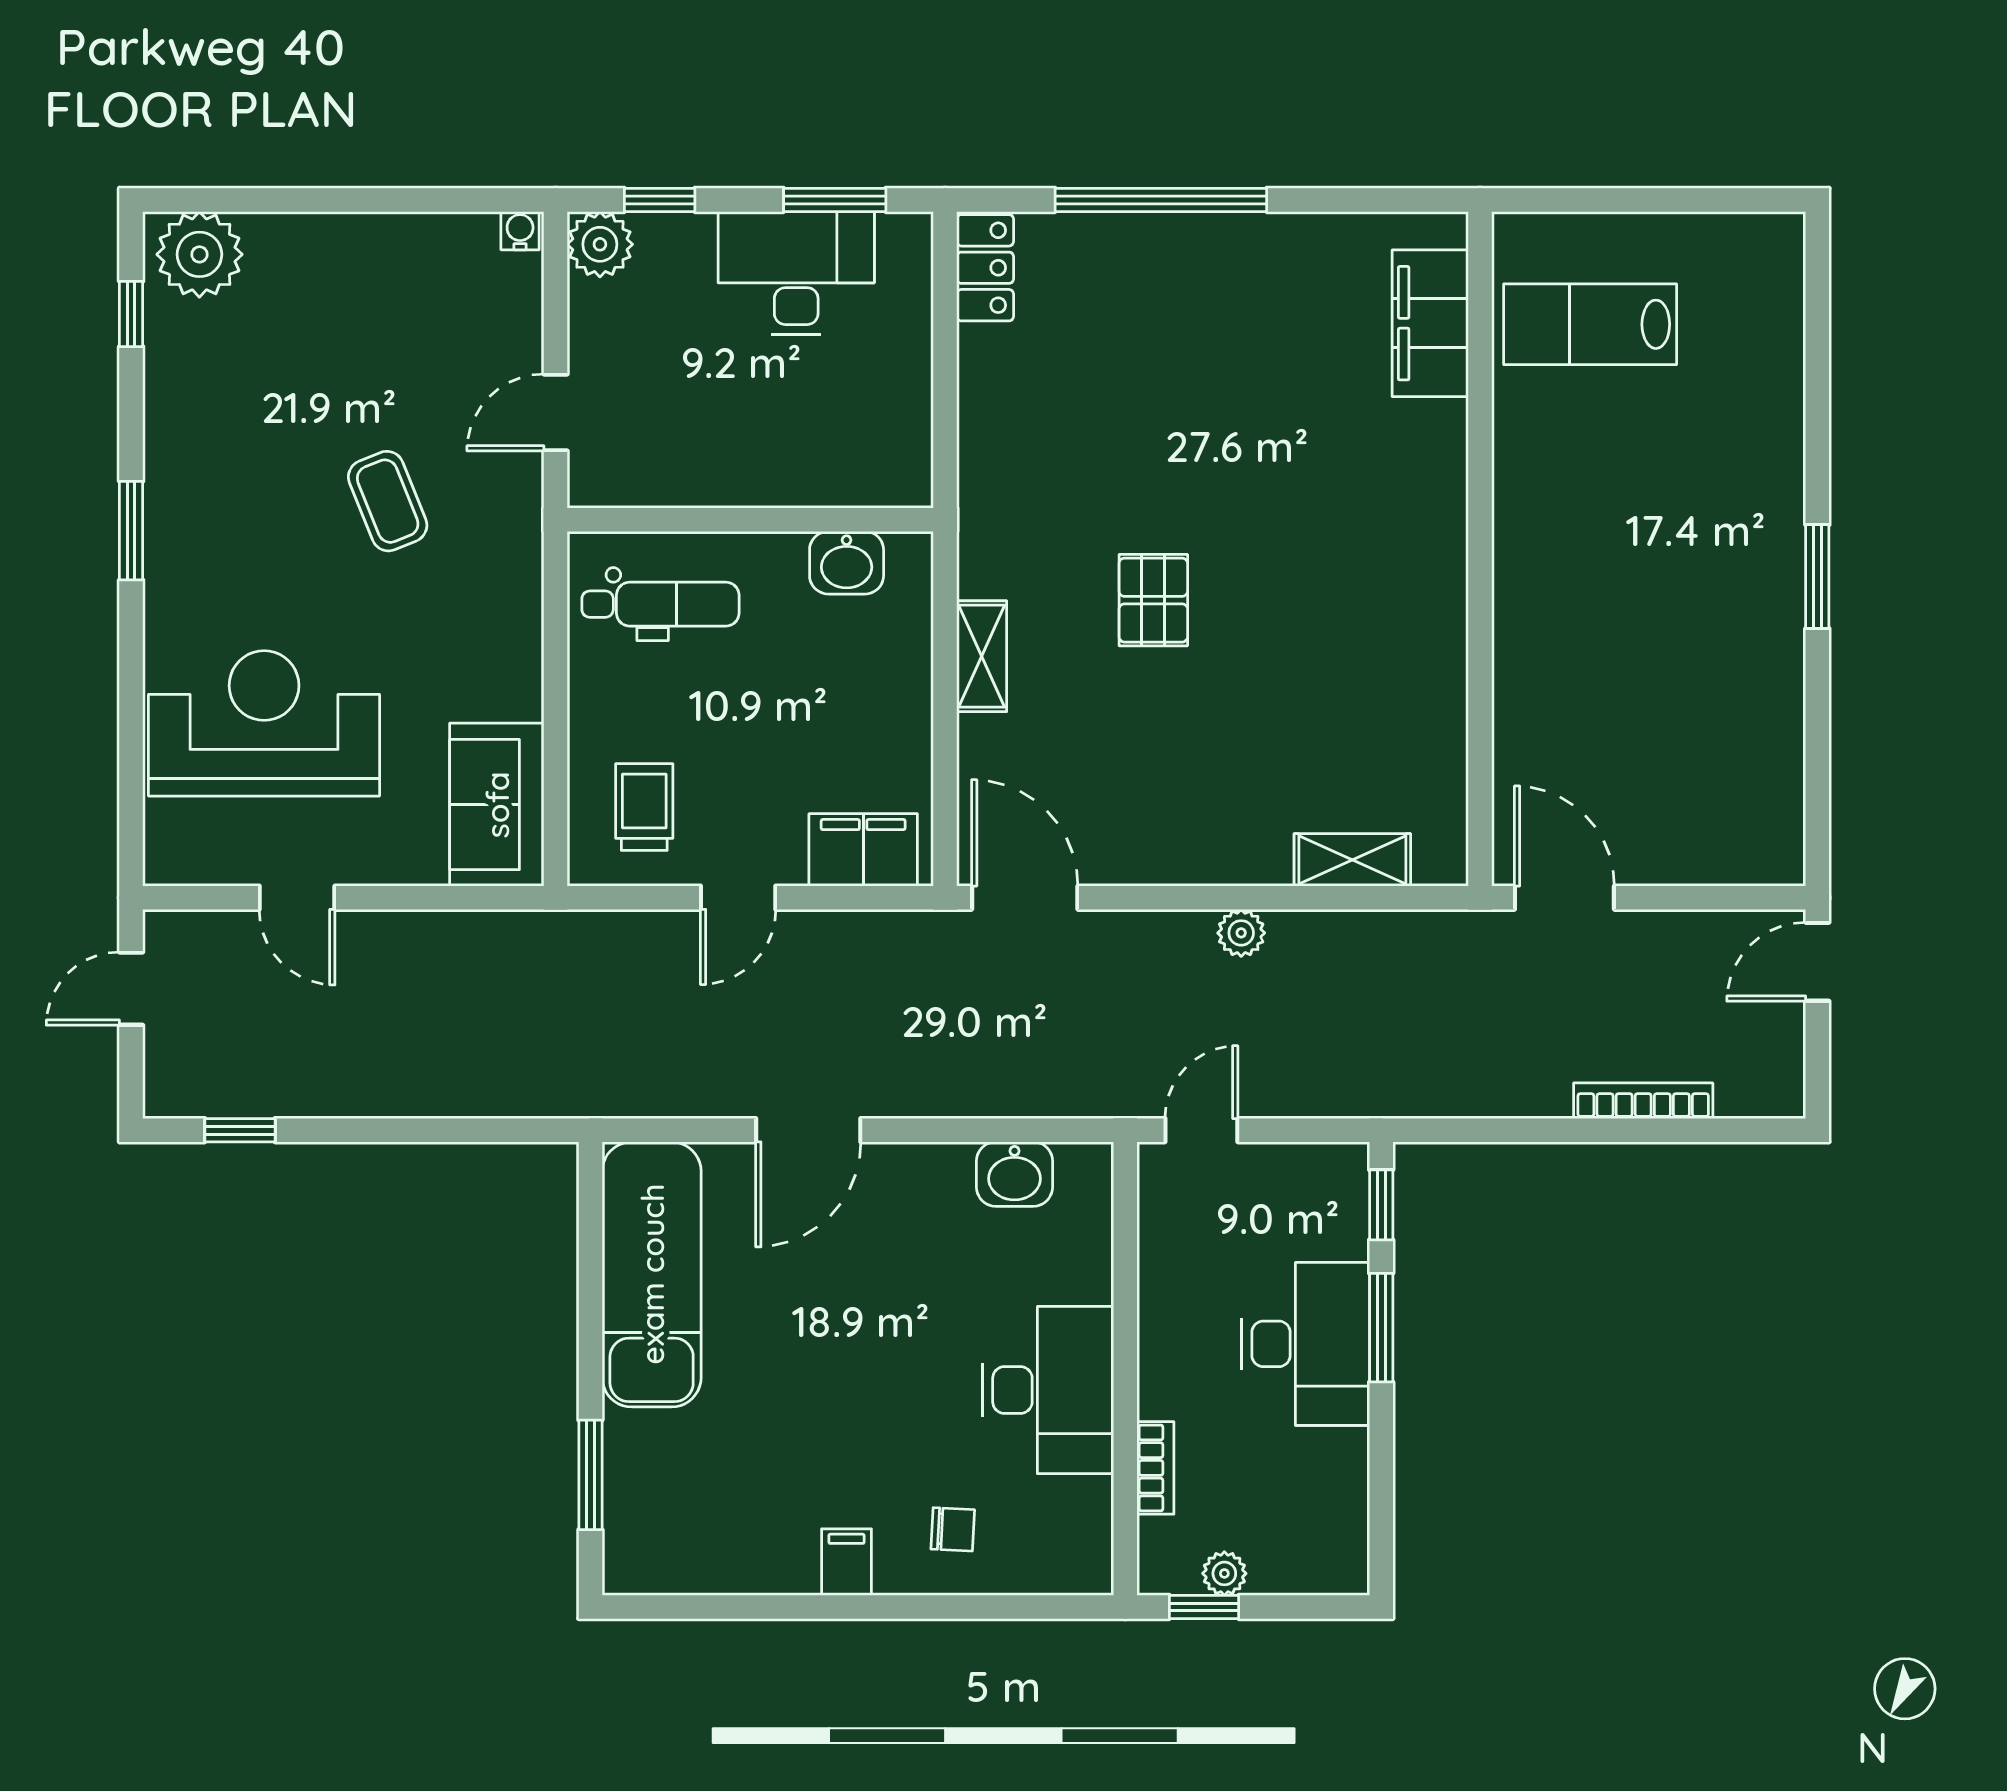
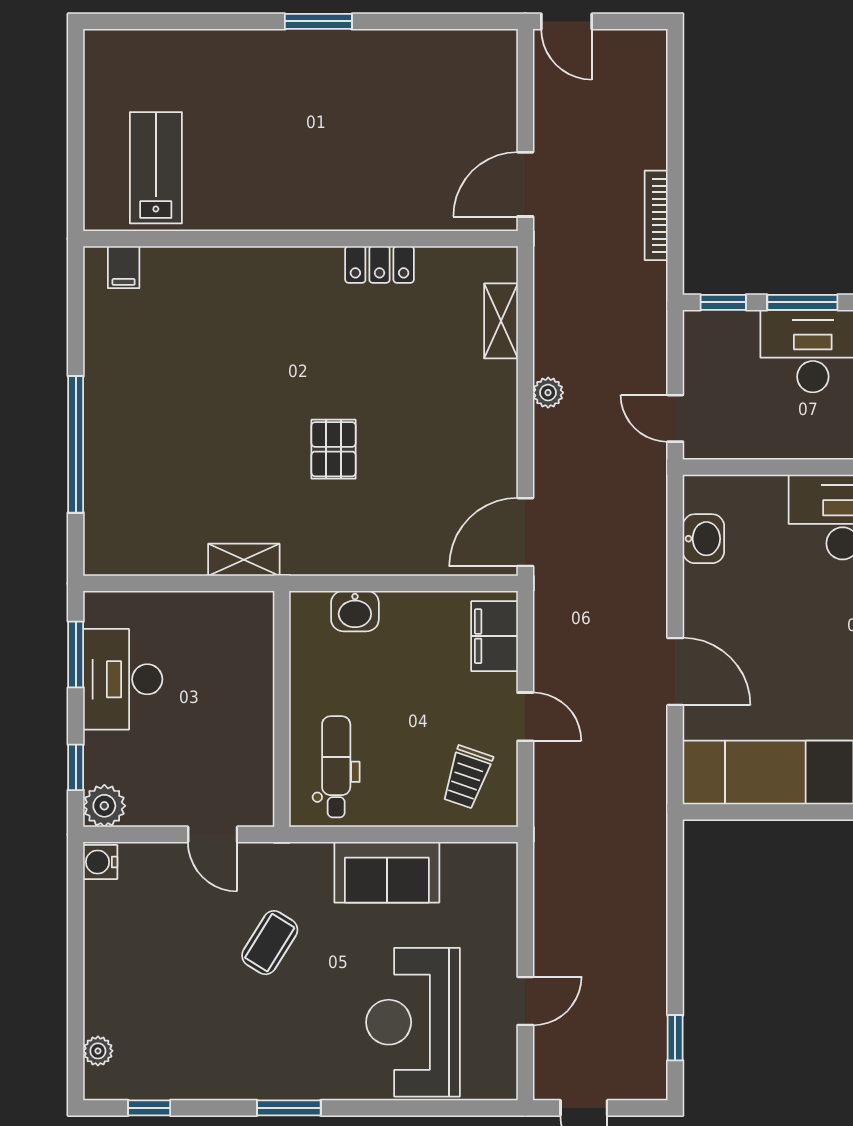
water cooler: (520, 231) -> (100, 862), width x1.38, depth x1.38
plant: (199, 254) -> (98, 1051), width x0.53, depth x0.53
locker: (985, 268) -> (379, 264), moved, turned 180
filing cabinet: (1430, 323) -> (124, 267), width x0.33, depth x0.86
lab bench: (1590, 324) -> (156, 168), turned 180
coffee table: (388, 501) -> (270, 943), turned -36
washbasin: (847, 563) -> (355, 611), moved, turned 90
pallet: (1153, 600) -> (334, 449), turned 90
shelving: (982, 656) -> (244, 560), moved
sofa: (497, 805) -> (387, 872), moved
trolley: (644, 807) -> (467, 777), turned -71
bookcase: (1643, 1101) -> (656, 215), moved

